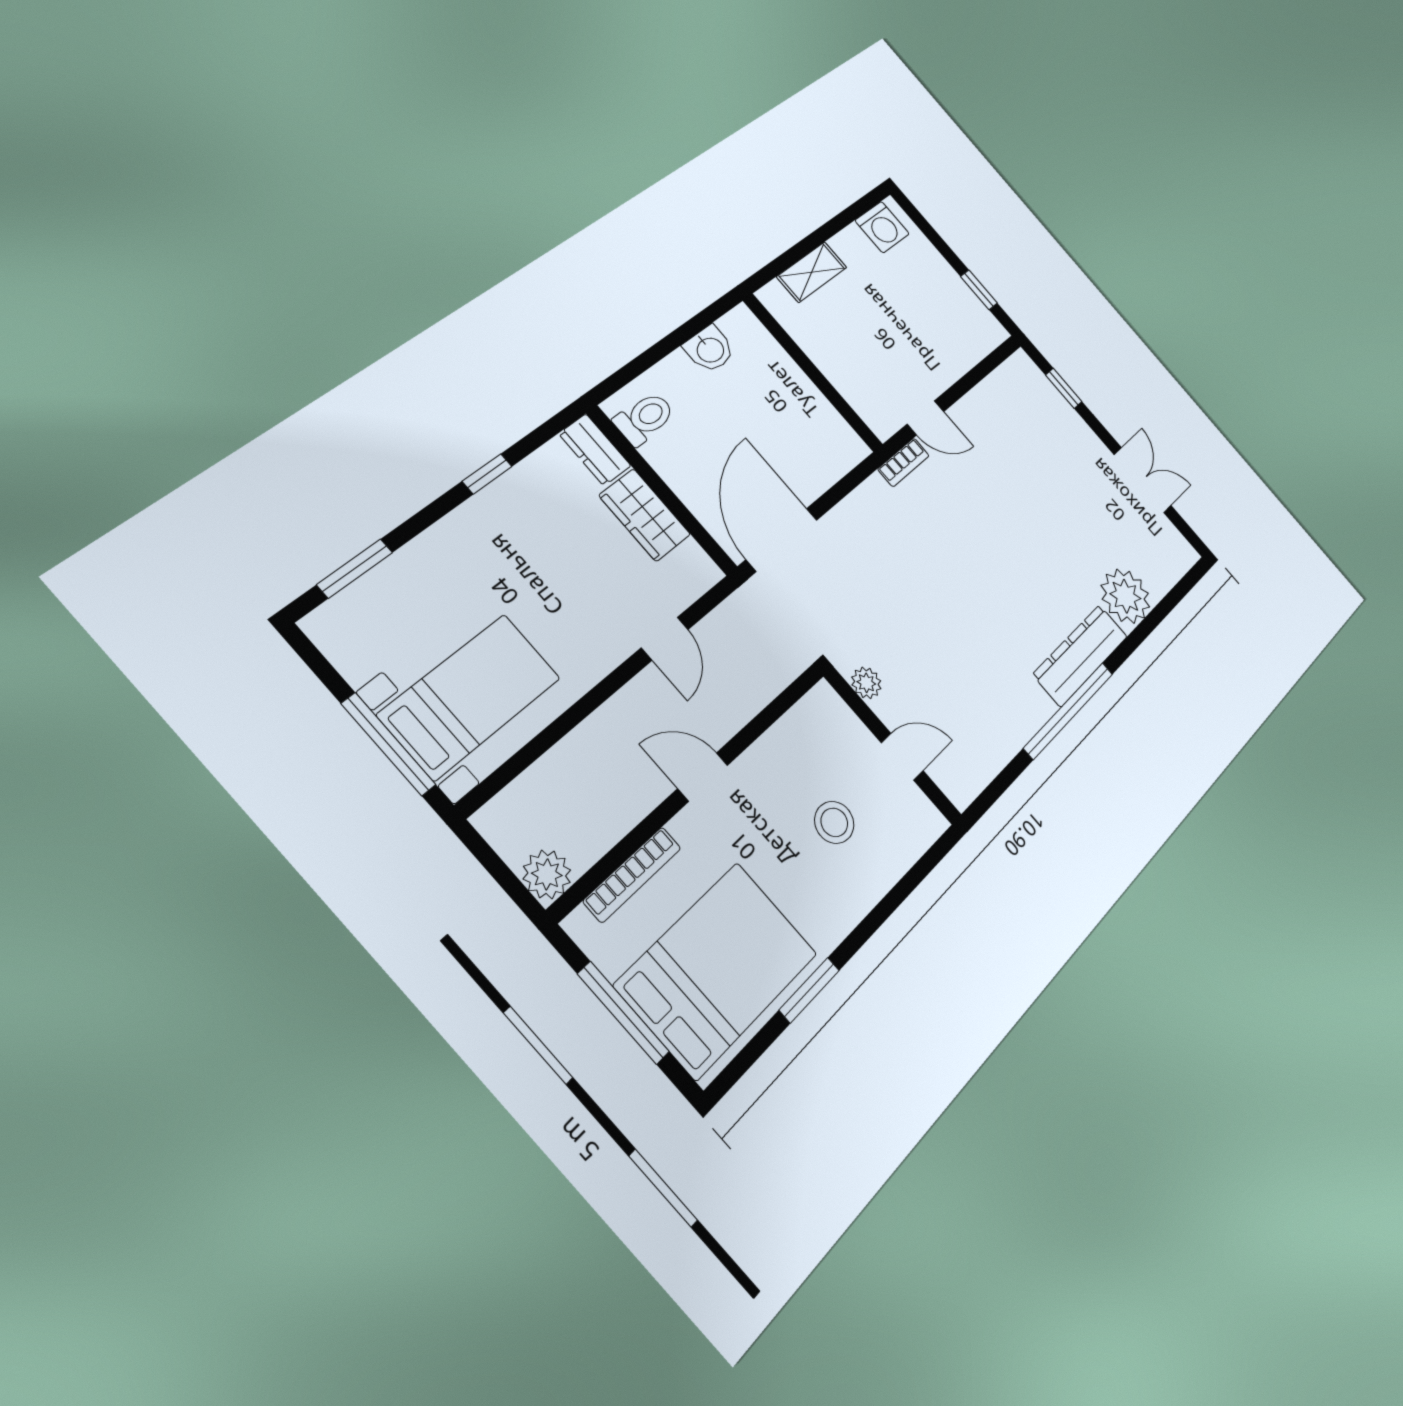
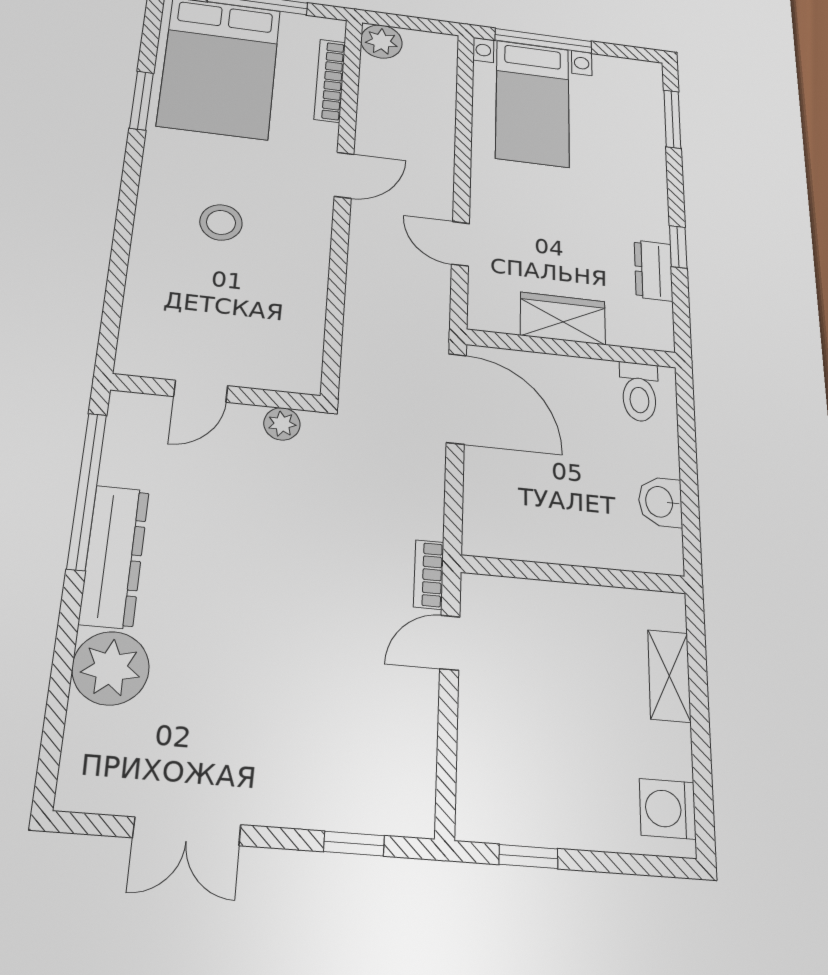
dresser: (595, 450) -> (654, 271), moved, turned -90
plant: (866, 683) -> (282, 424), moved
wall: (893, 746) -> (216, 393), moved
door: (902, 757) -> (201, 391), moved

